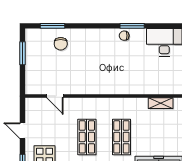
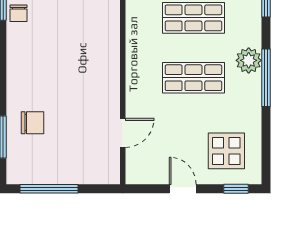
window: (22, 53) -> (49, 189), width x1.44
door: (22, 131) -> (183, 189), swing flipped

